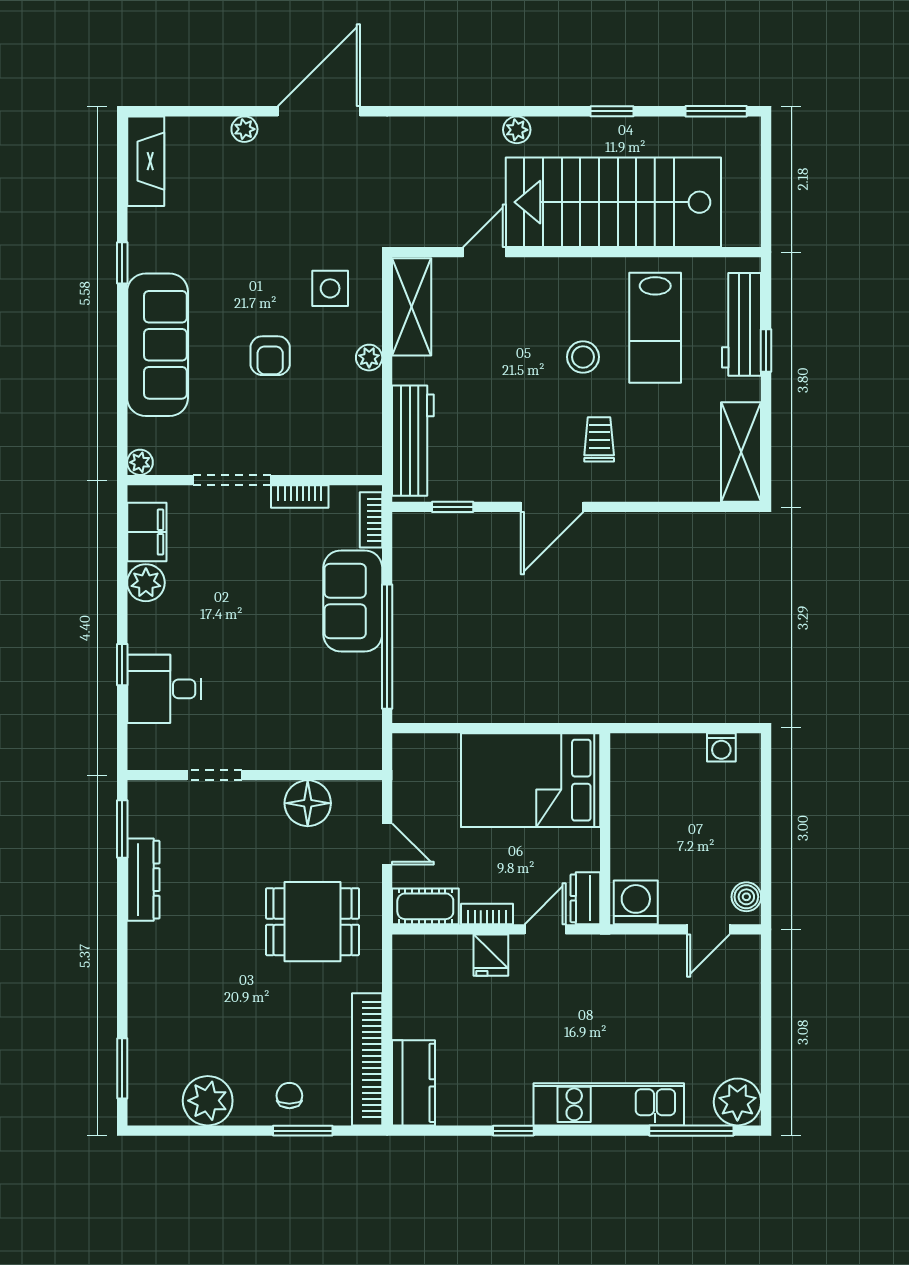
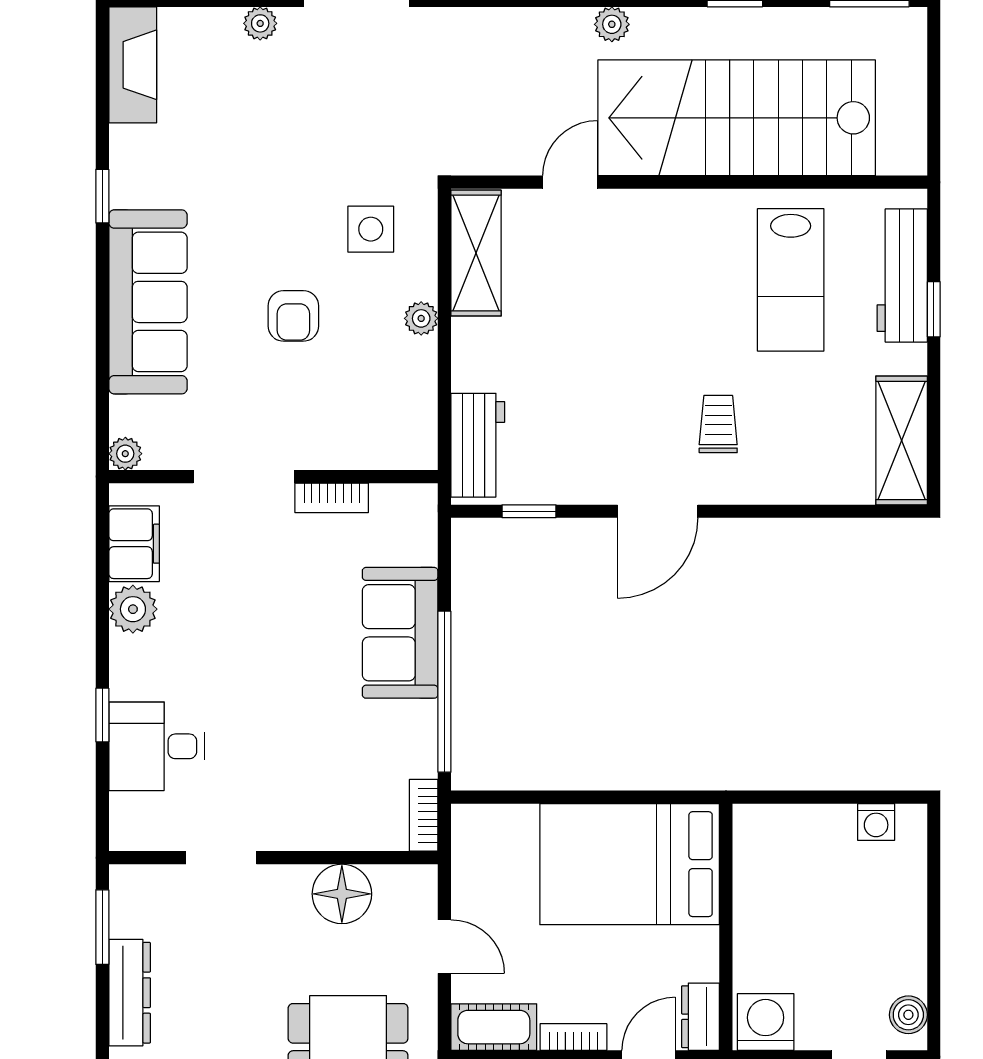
stool: (583, 357) -> (697, 318), removed
workbench: (413, 441) -> (478, 445), width x0.73
bookcase: (371, 520) -> (424, 815), moved

